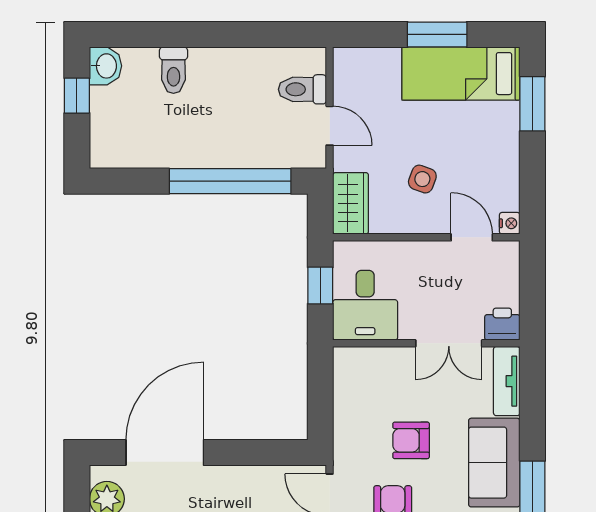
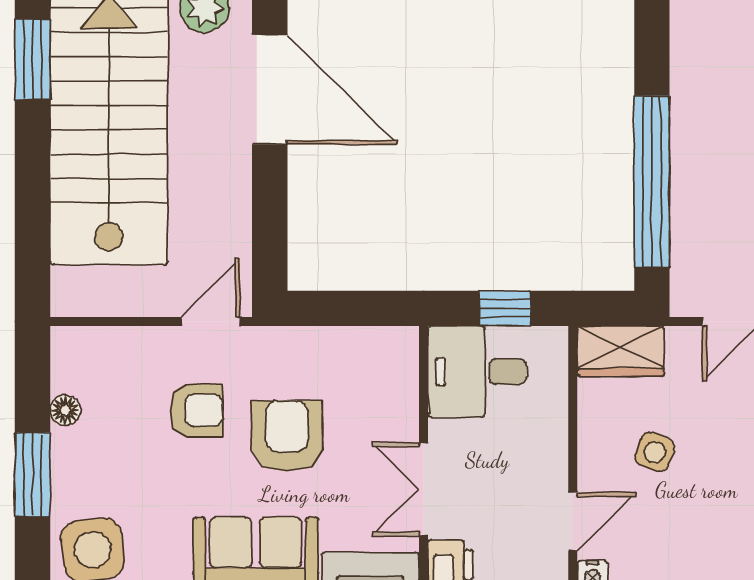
armchair: (411, 440) -> (287, 436), width x1.38, depth x1.38

